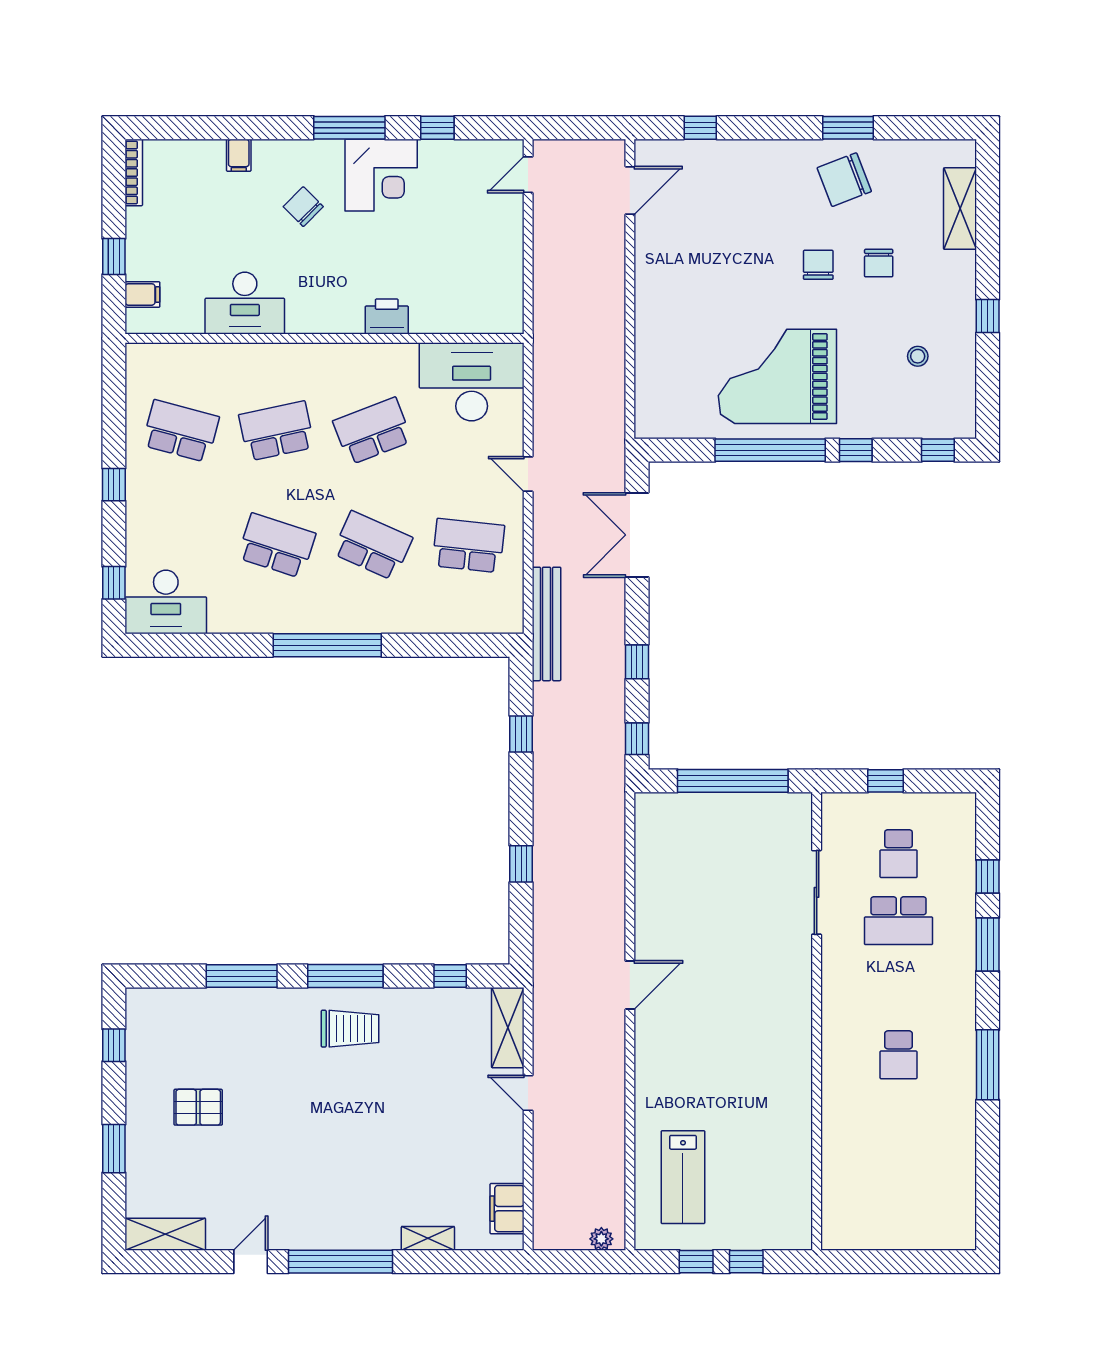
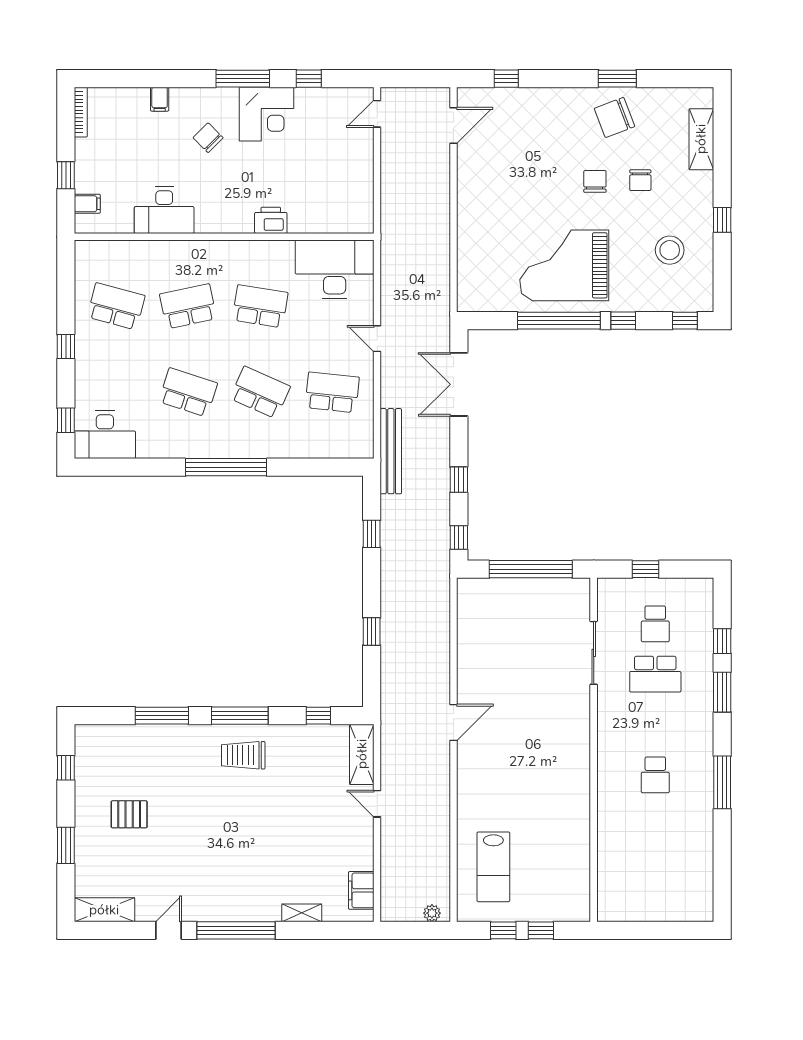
stool: (918, 356) -> (670, 250), width x1.89, depth x1.89
school desk: (372, 431) -> (260, 306), turned 30
trolley: (350, 1029) -> (243, 755), turned 180

